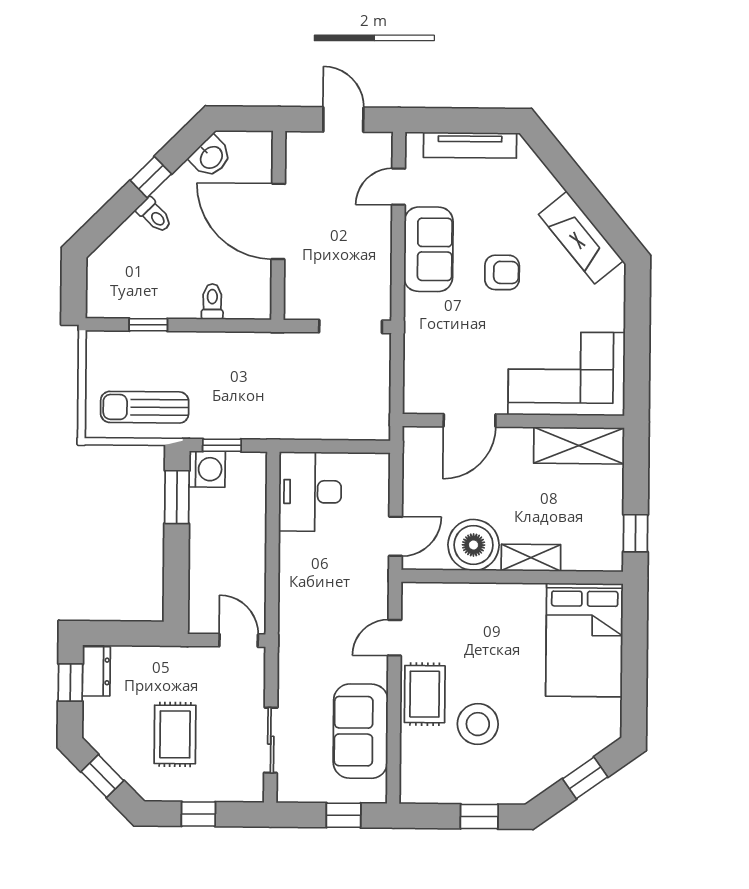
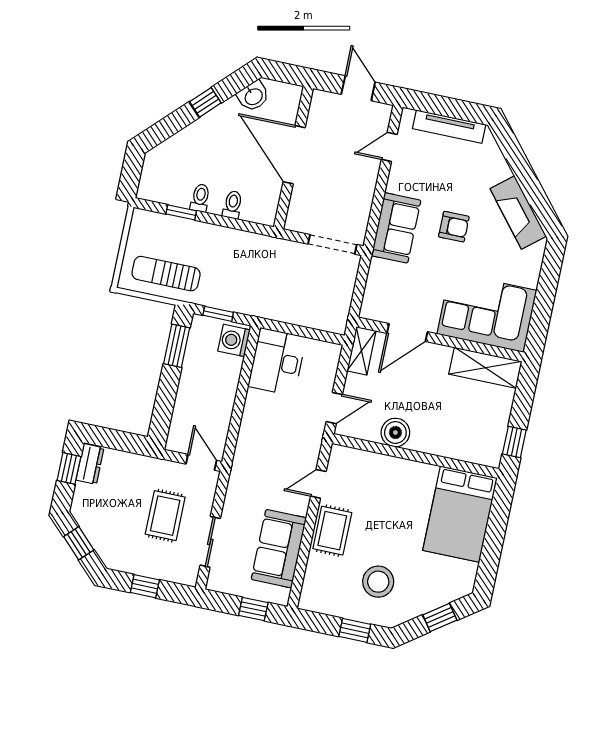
toilet: (154, 215) -> (200, 198), moved, turned -135
sofa: (428, 249) -> (396, 228), moved
washing machine: (207, 469) -> (234, 340), moved, turned 180
boiler: (474, 545) -> (395, 433), width x0.73, depth x0.73
shelving: (531, 558) -> (361, 351), moved, turned 90
stool: (478, 724) -> (378, 582), moved
rug: (175, 734) -> (165, 516), moved

